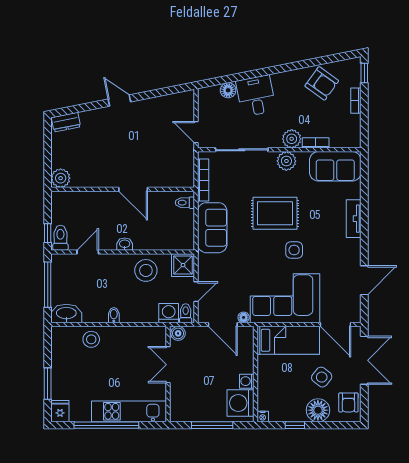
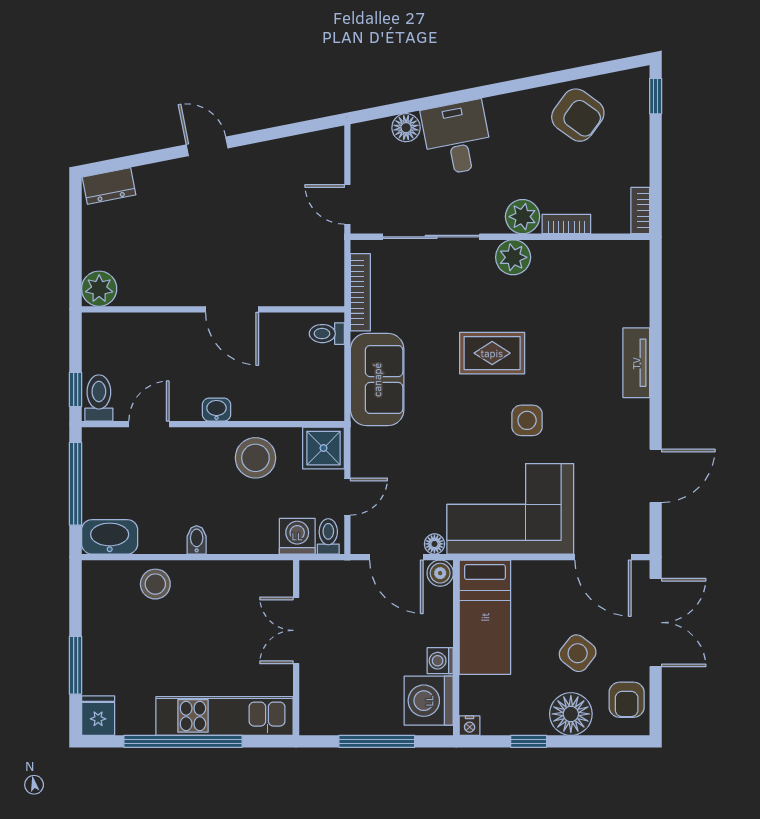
bookcase: (356, 101) -> (640, 211), moved
sofa: (335, 166) -> (603, 267), removed
rug: (275, 213) -> (492, 353), width x0.73, depth x0.70
boiler: (178, 333) -> (440, 573), moved
bed: (288, 340) -> (485, 617), moved, turned 90

